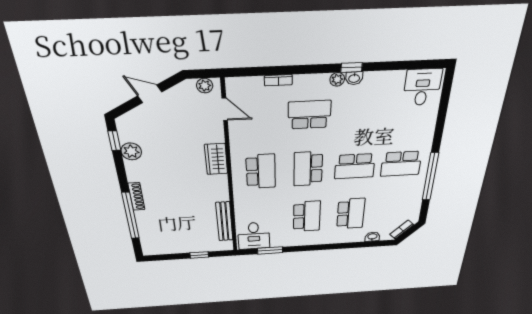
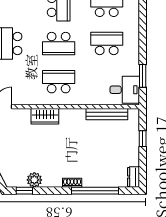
shoe rack: (136, 196) -> (72, 183), width x0.70
dresser: (154, 250) -> (133, 177), added

